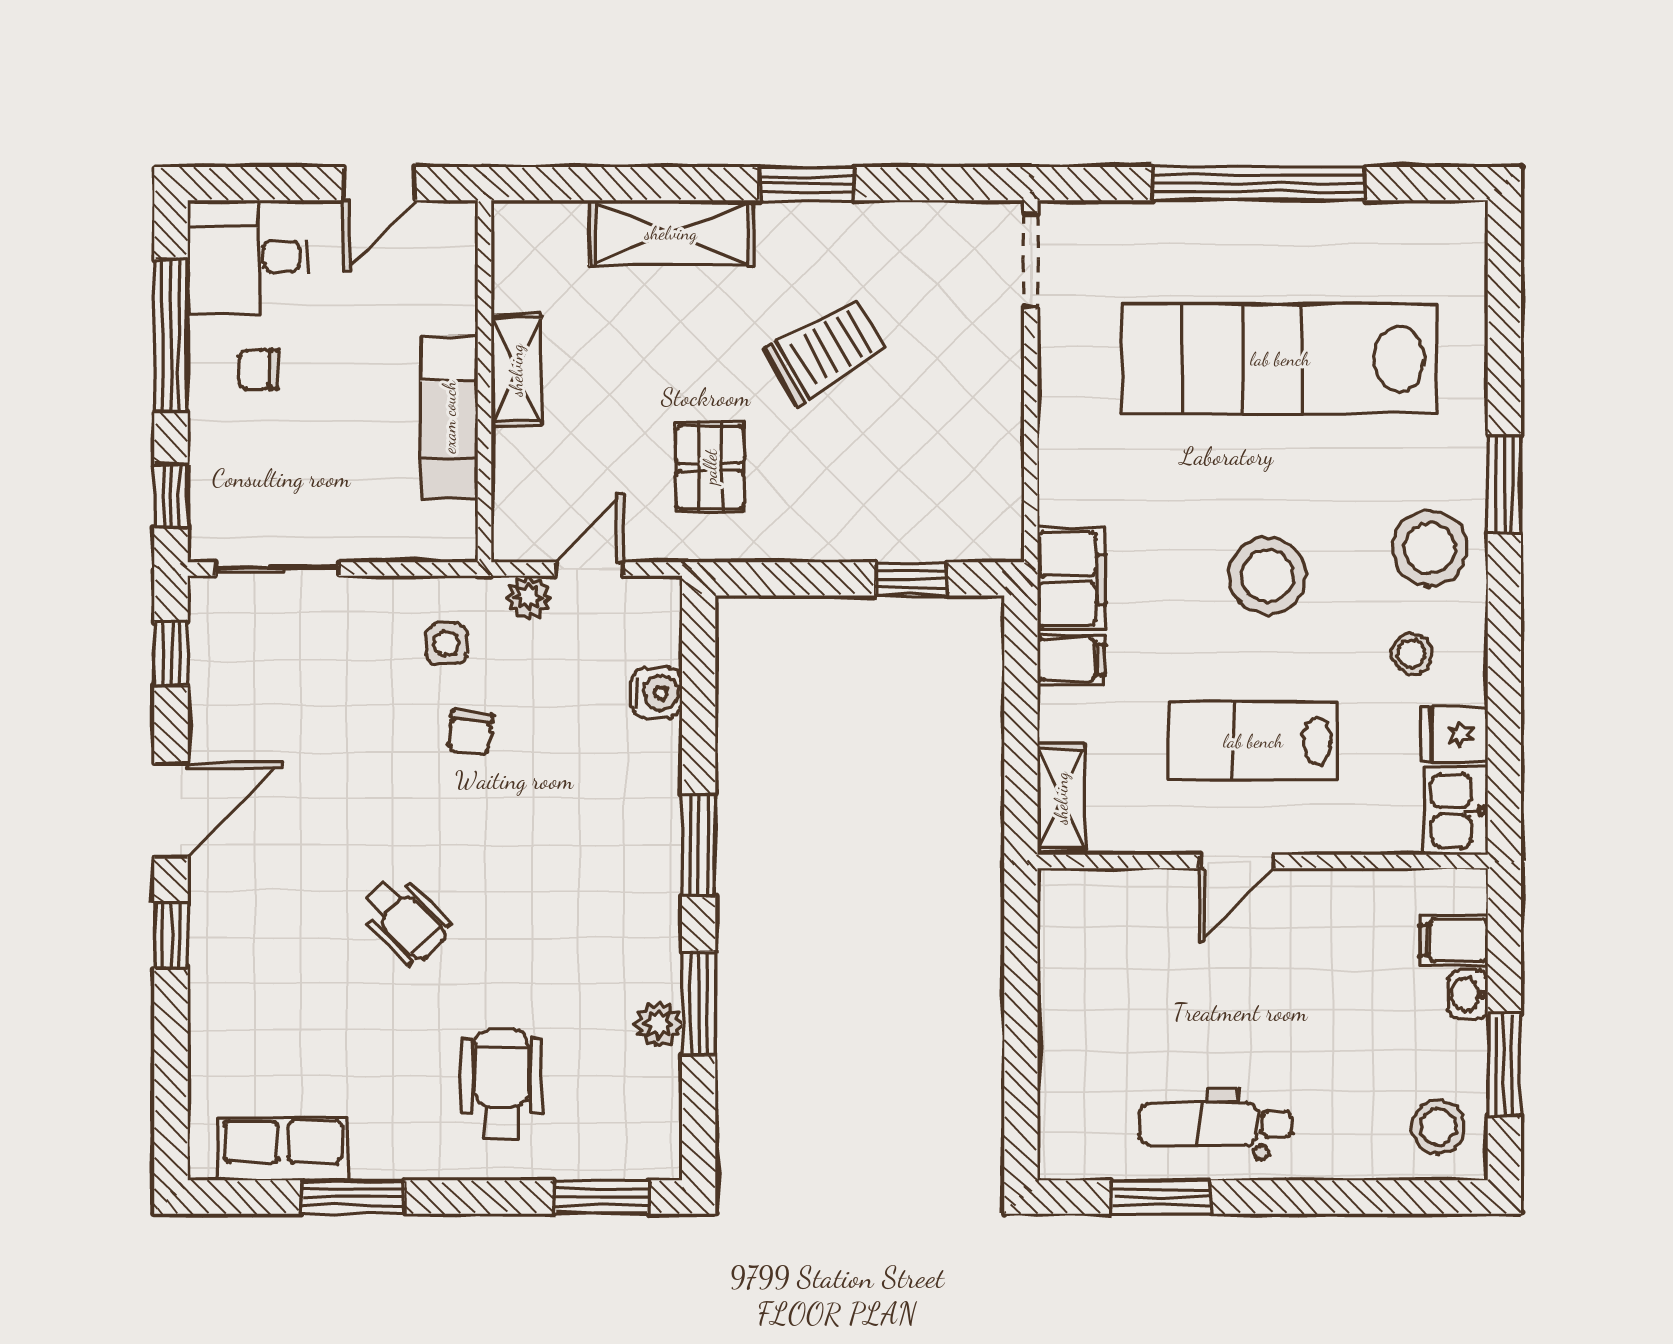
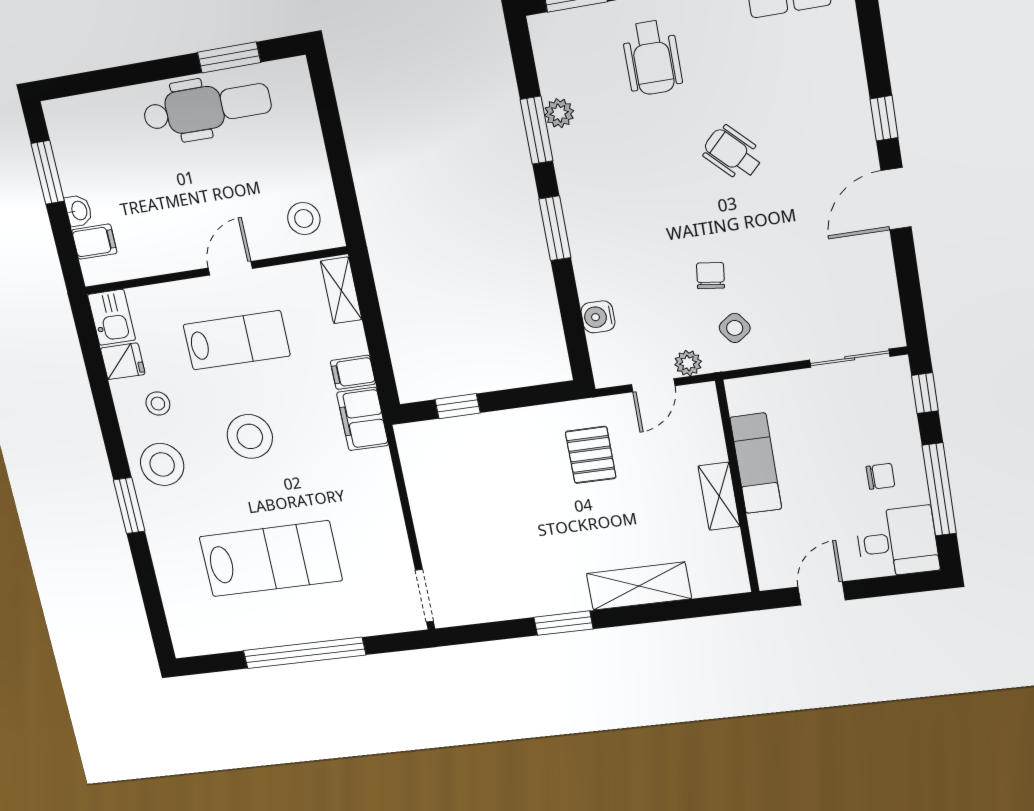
trolley: (826, 351) -> (534, 530), removed
lab bench: (1280, 359) -> (271, 559), width x0.73
side table: (446, 643) -> (735, 328), turned -36
window: (171, 653) -> (911, 297), removed
dental chair: (1215, 1124) -> (207, 108), width x1.36, depth x1.38
stool: (1438, 1127) -> (304, 219), moved

